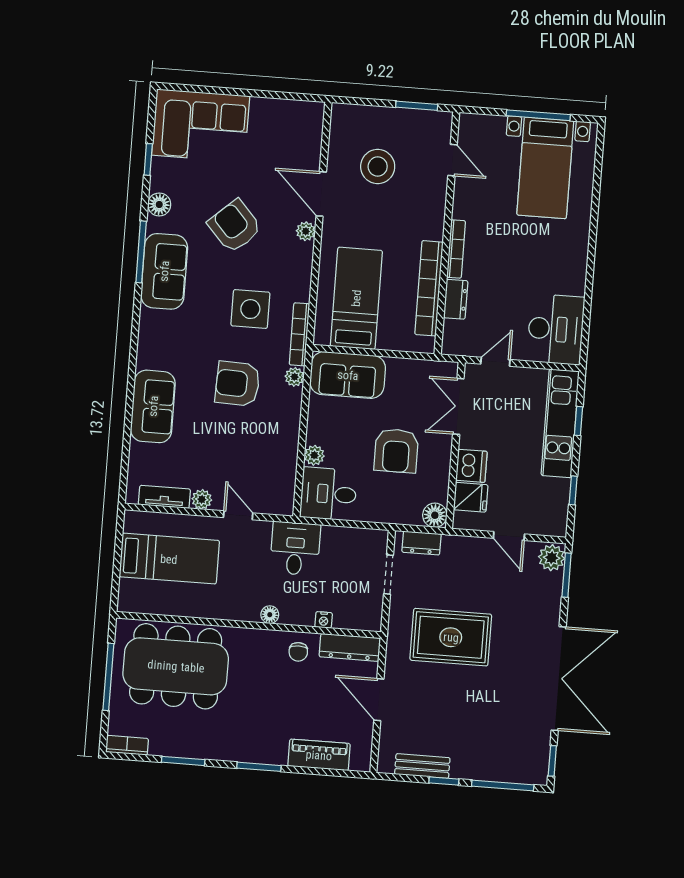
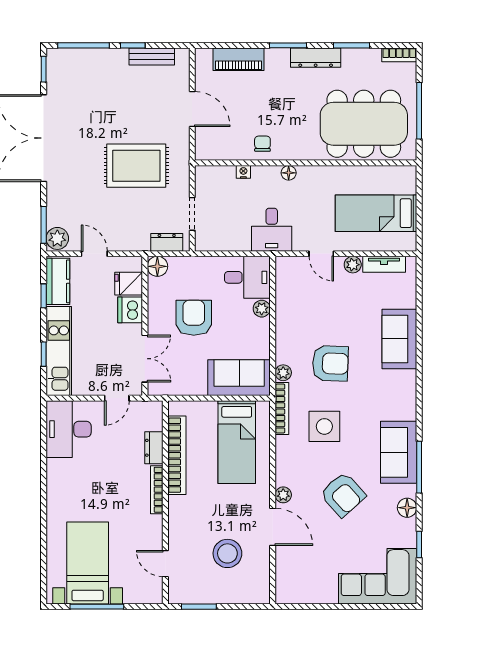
kitchen counter: (555, 506) -> (58, 281), added
dresser: (350, 647) -> (316, 58), moved, turned 180

